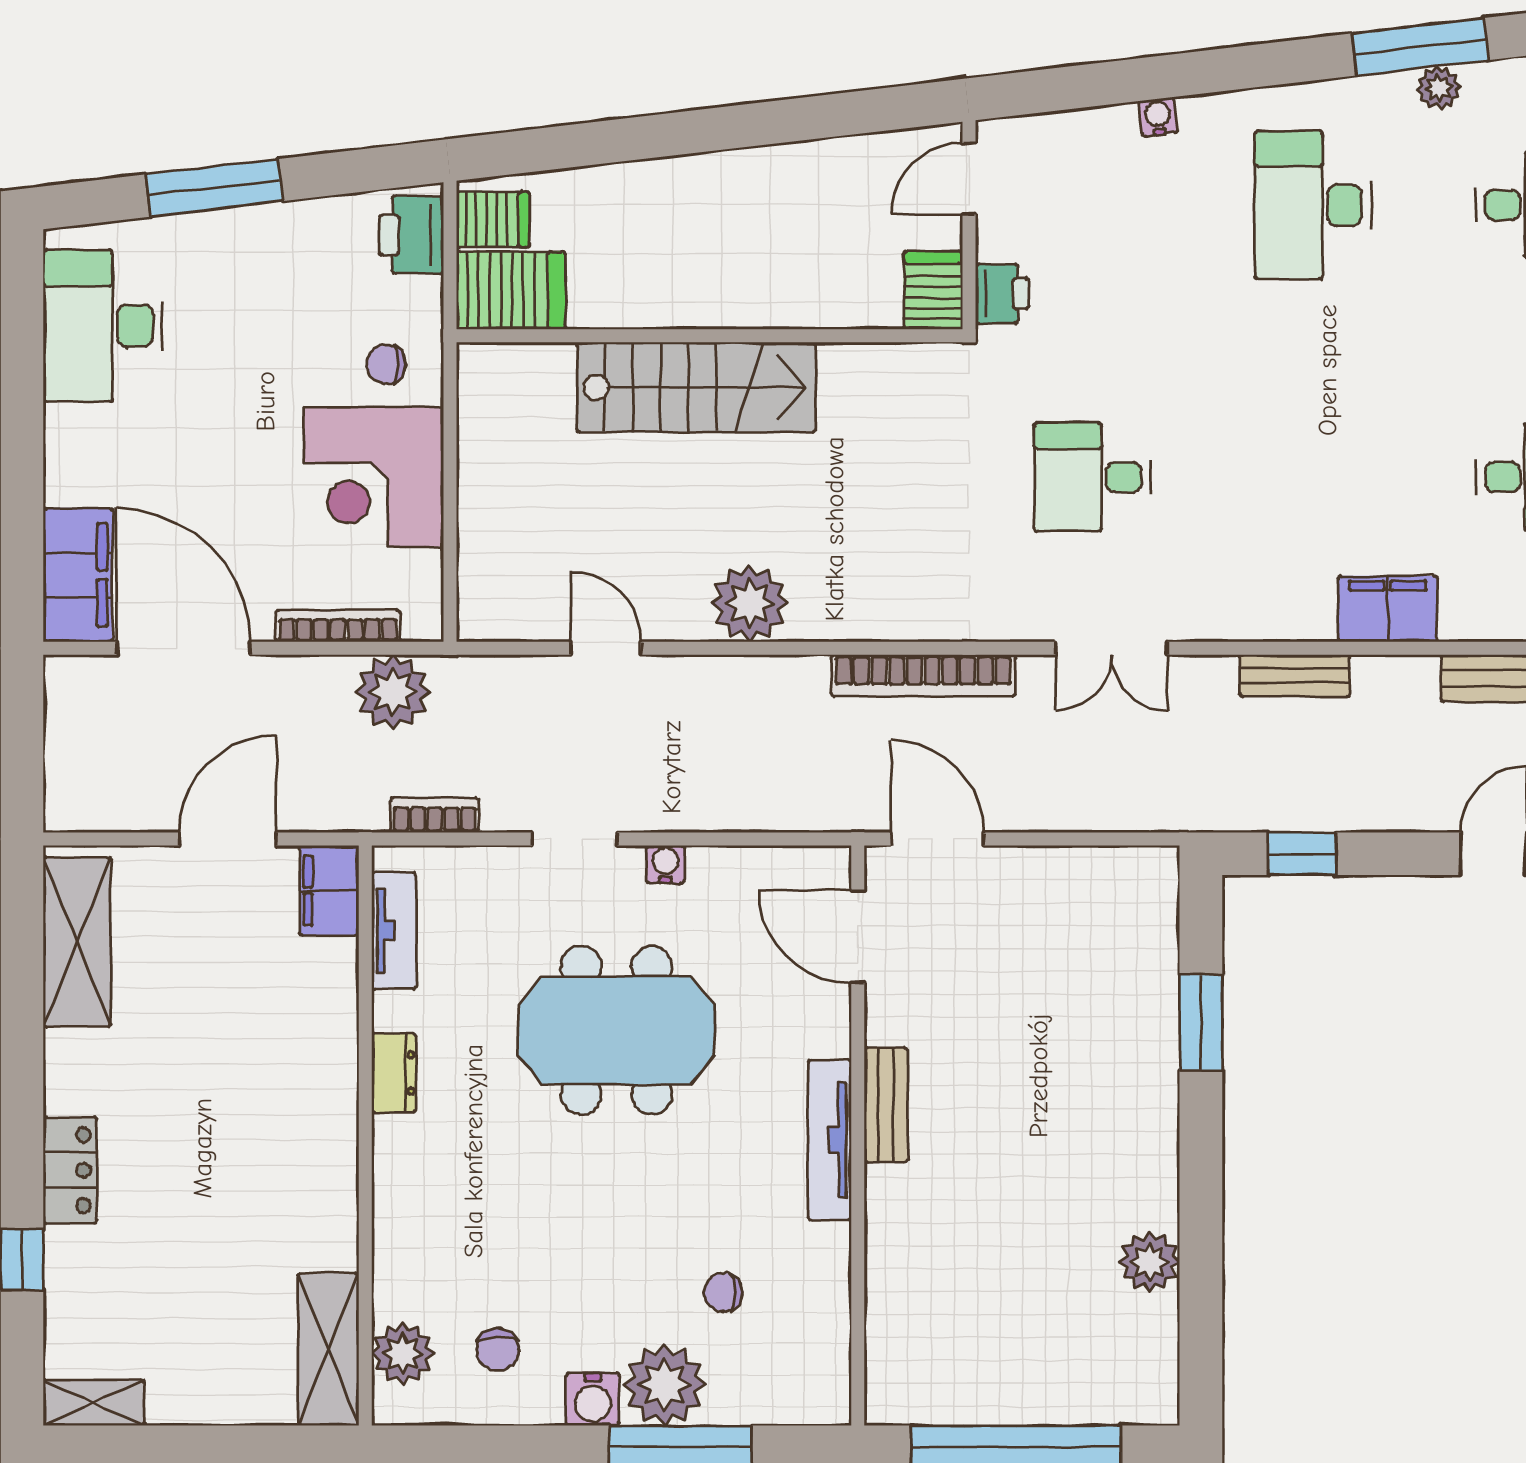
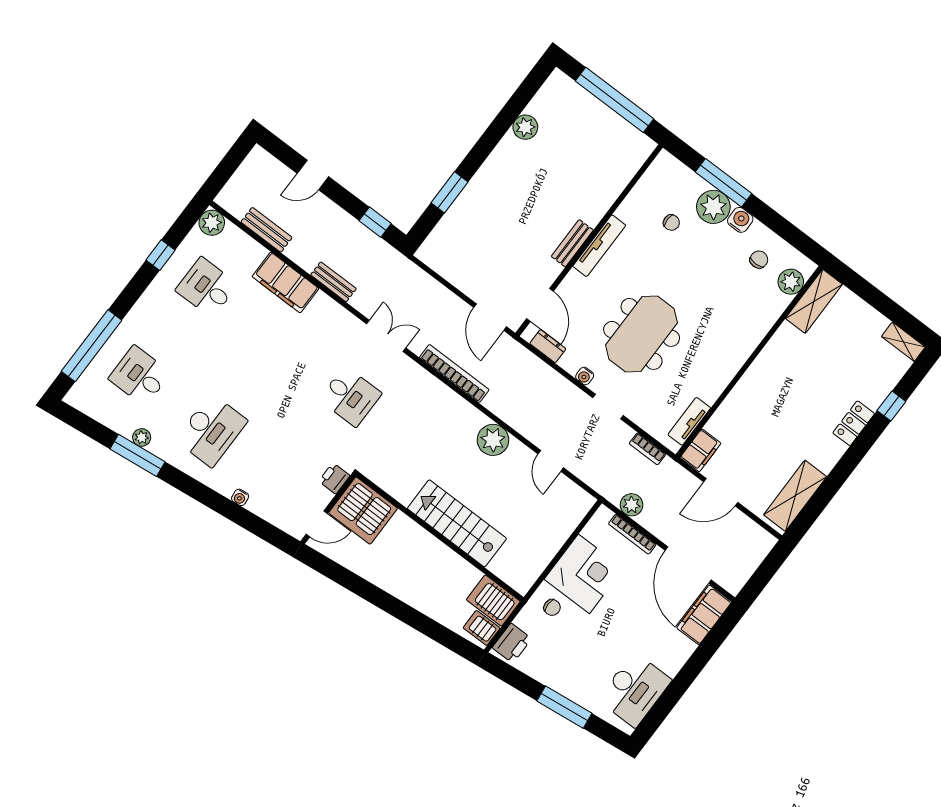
server rack: (933, 290) -> (363, 511), width x2.18, depth x1.44
filing cabinet: (1388, 609) -> (285, 282), width x1.50, depth x1.17
plant: (393, 692) -> (632, 505), width x0.73, depth x0.73
meeting table: (616, 1030) -> (642, 334), turned 90
dresser: (394, 1073) -> (548, 346), moved, turned 90

